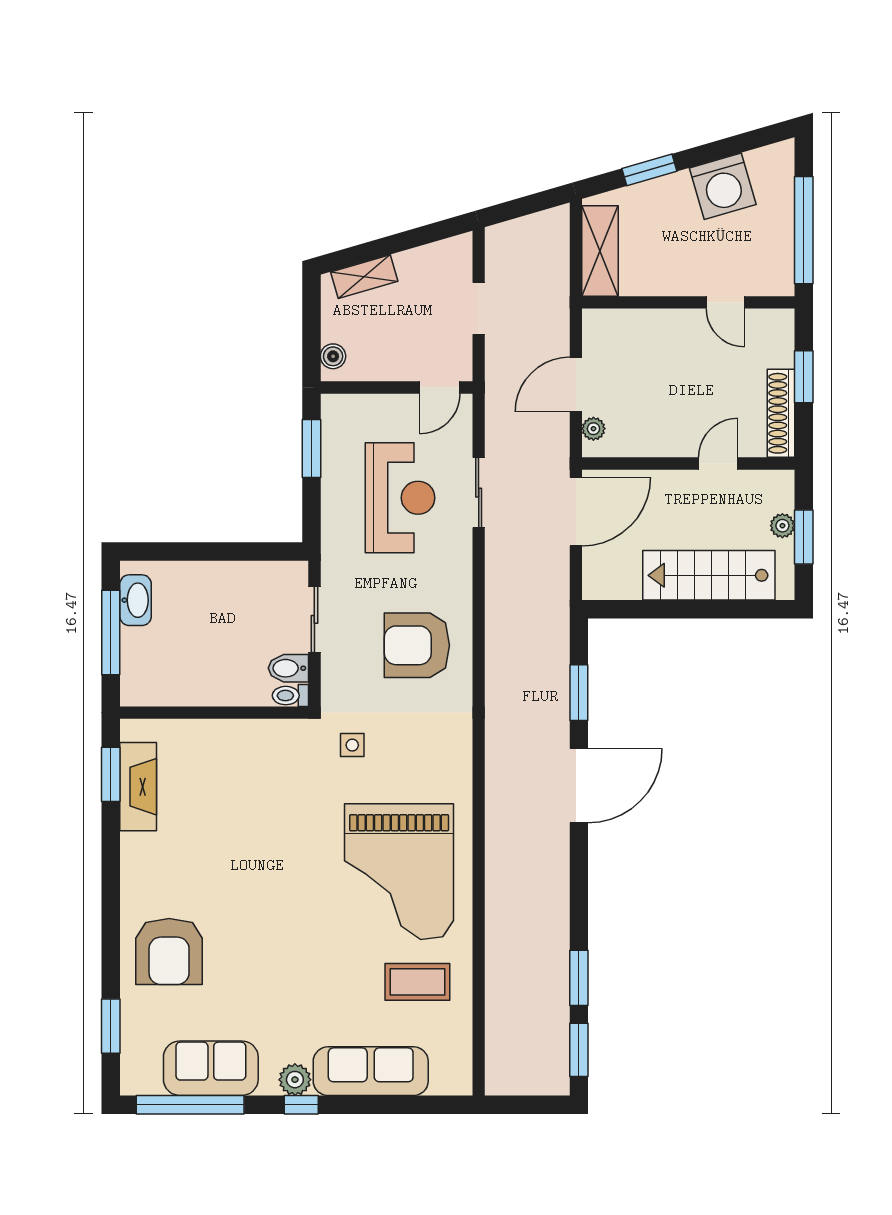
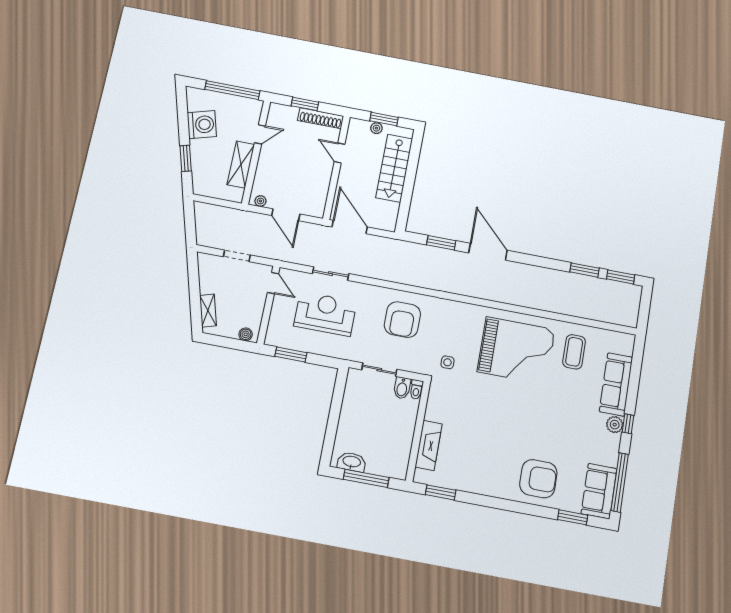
shelving: (600, 251) -> (241, 164), moved, turned 90
plant: (593, 429) -> (260, 201), moved
fireplace: (138, 787) -> (429, 445), moved, turned 90
sofa: (211, 1068) -> (599, 491), moved

